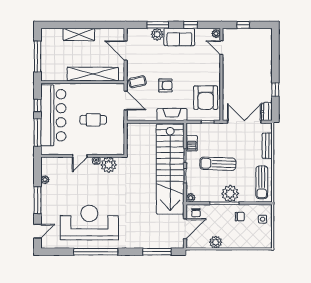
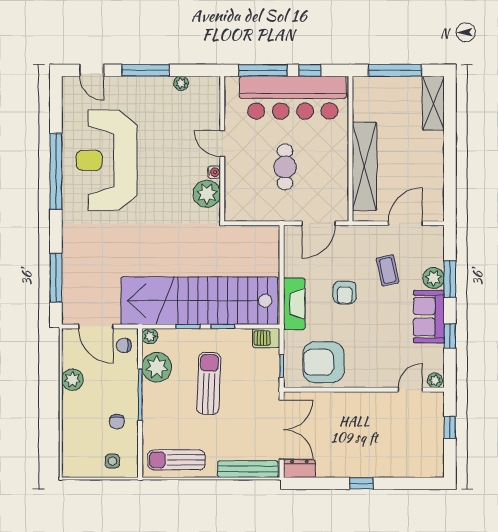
shelving: (79, 34) -> (433, 103), moved
coffee table: (137, 82) -> (388, 270), moved
window: (275, 90) -> (361, 483), moved
barbecue: (192, 143) -> (266, 338), moved
bench: (267, 146) -> (248, 469), width x1.36
plant: (230, 194) -> (157, 367), moved
reception desk: (89, 222) -> (107, 160), turned 180

